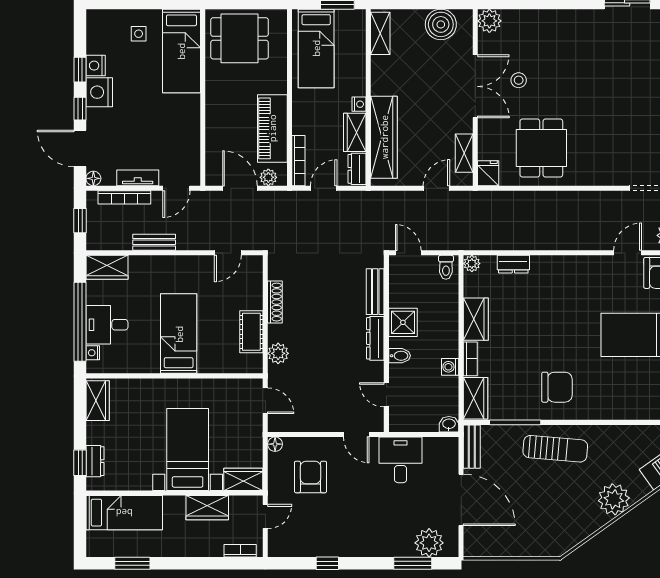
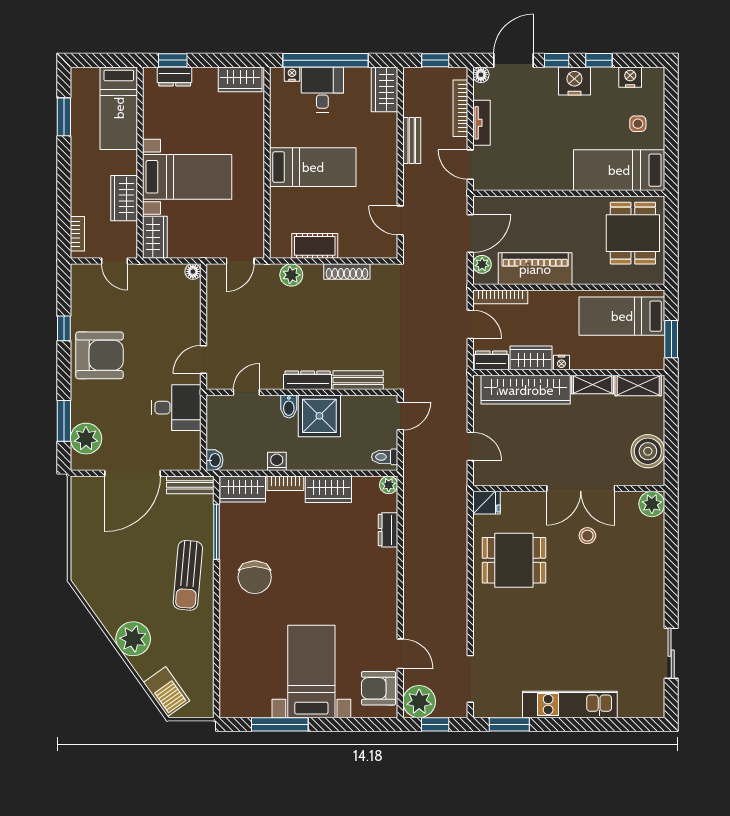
nightstand: (96, 66) -> (630, 77), moved
shelving: (464, 153) -> (593, 385), moved
shower: (403, 322) -> (319, 416), width x1.36, depth x1.36
armchair: (311, 477) -> (100, 355), moved, width x1.36, depth x1.36

